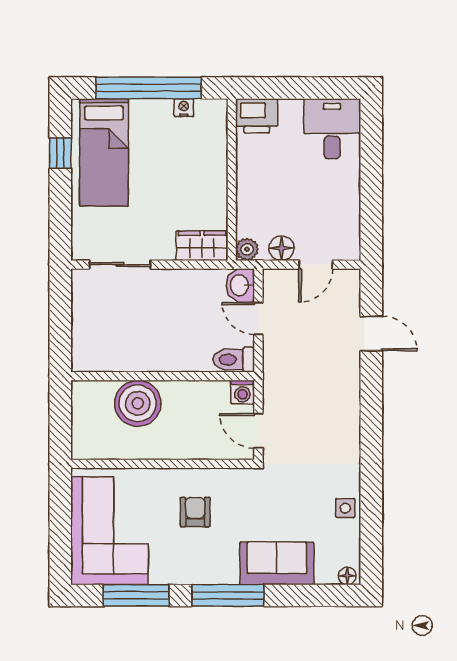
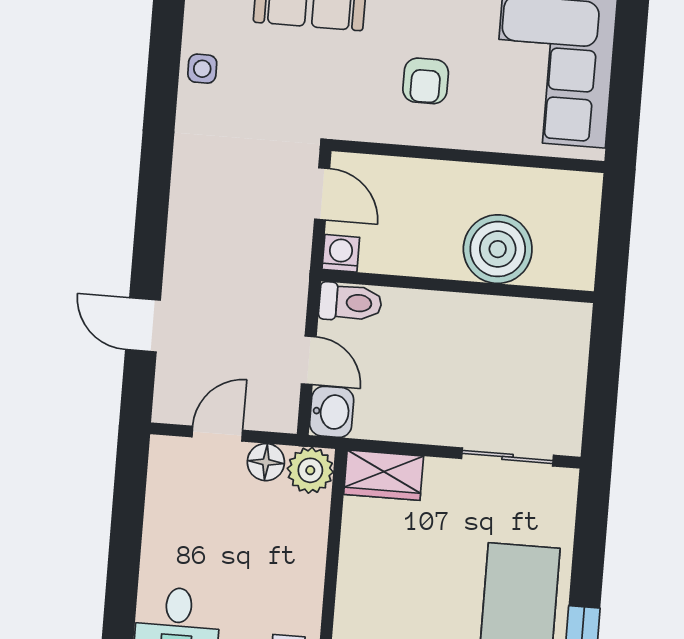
plant: (247, 249) -> (310, 470), width x1.38, depth x1.38

